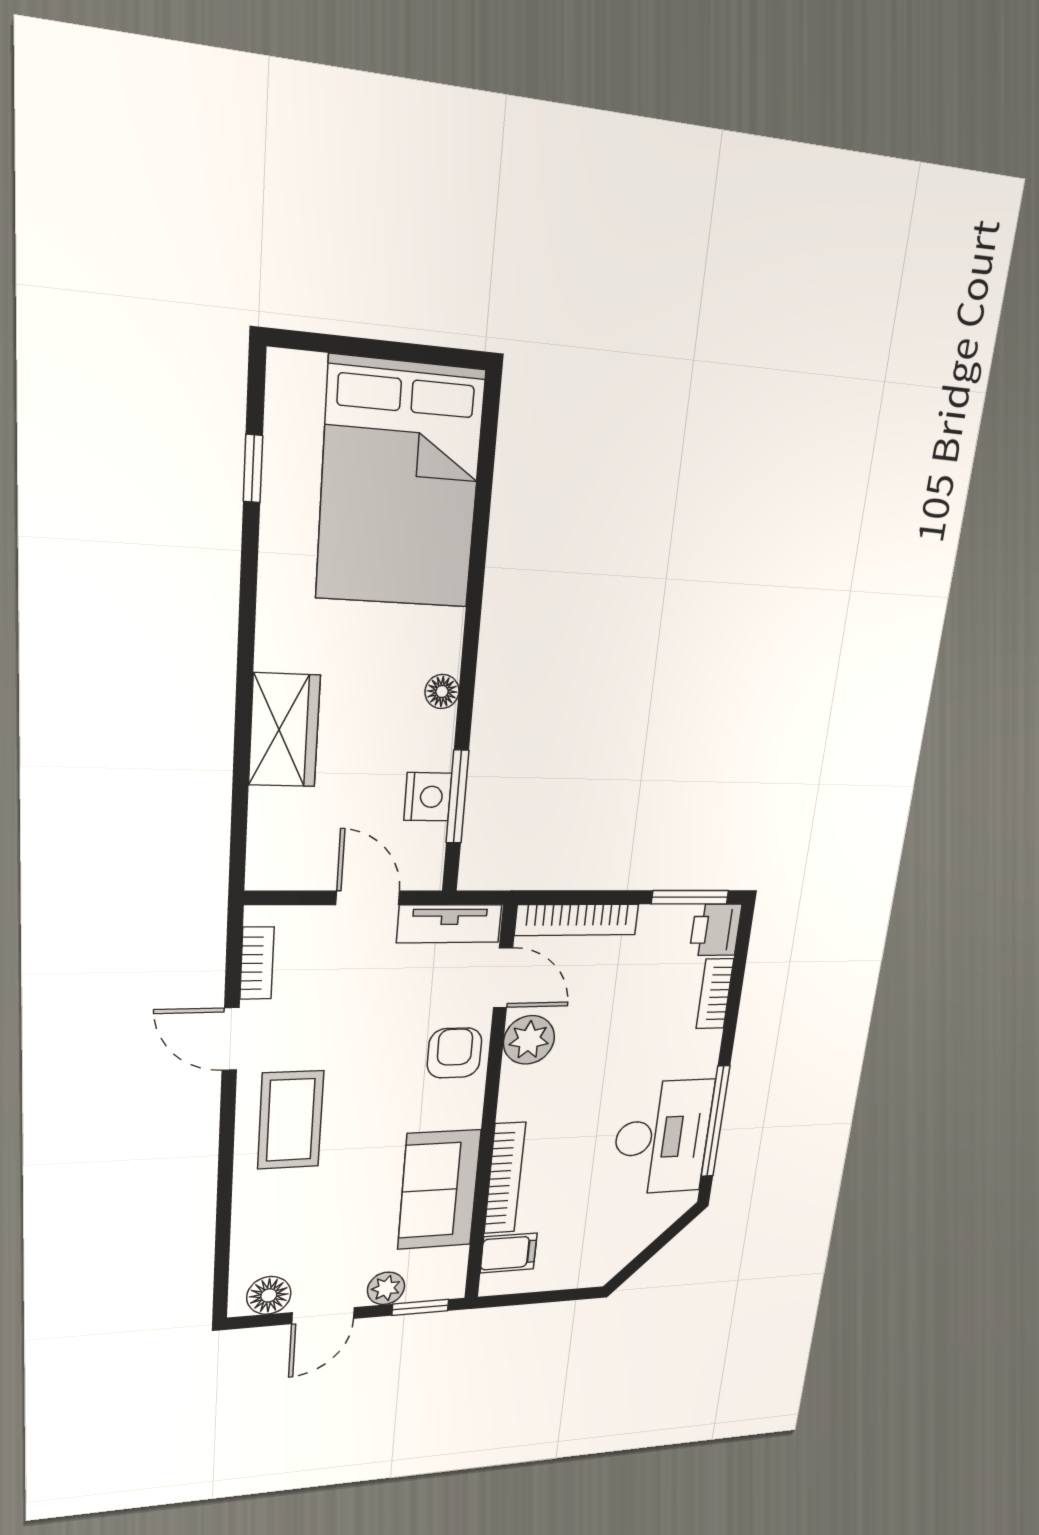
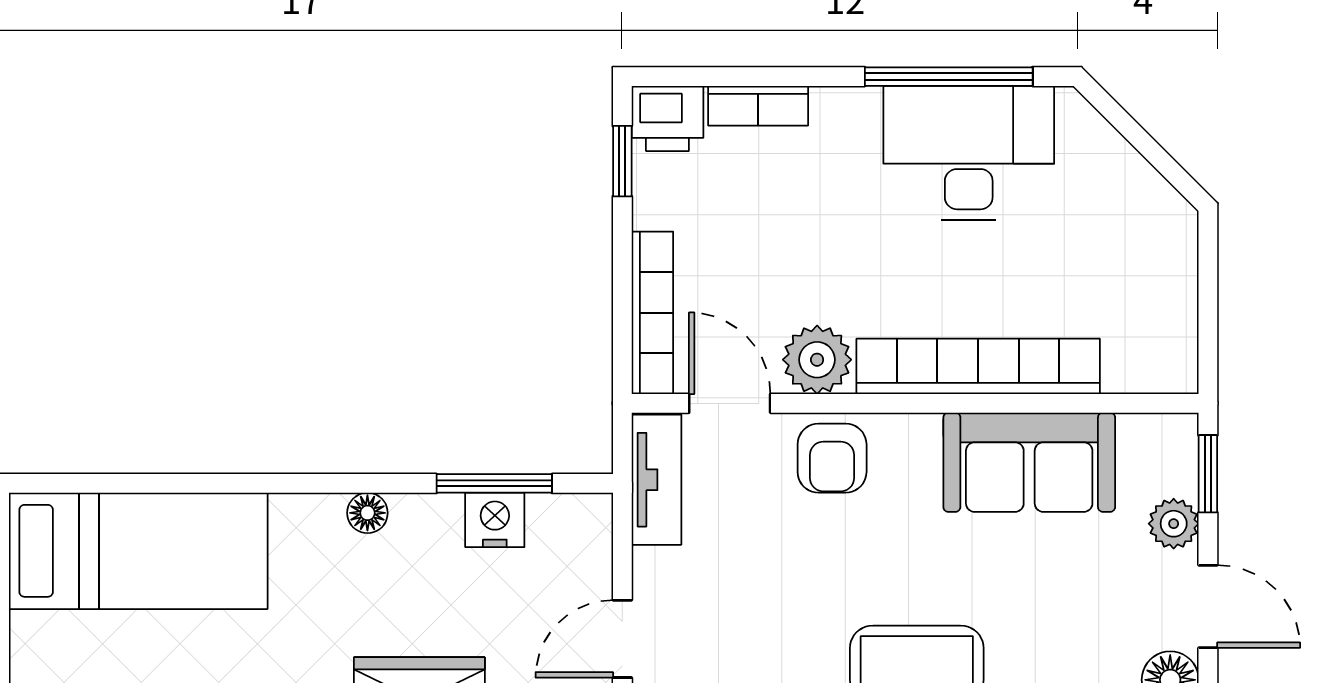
bed: (400, 485) -> (138, 551), width x0.67
window: (690, 897) -> (622, 161), width x0.67
door: (368, 898) -> (622, 639), moved
door: (503, 978) -> (730, 403), hinge flipped
armchair: (454, 1053) -> (832, 458), turned -90
bookcase: (505, 1178) -> (978, 366), width x1.48, depth x1.31
filing cabinet: (509, 1253) -> (1133, 356), removed

